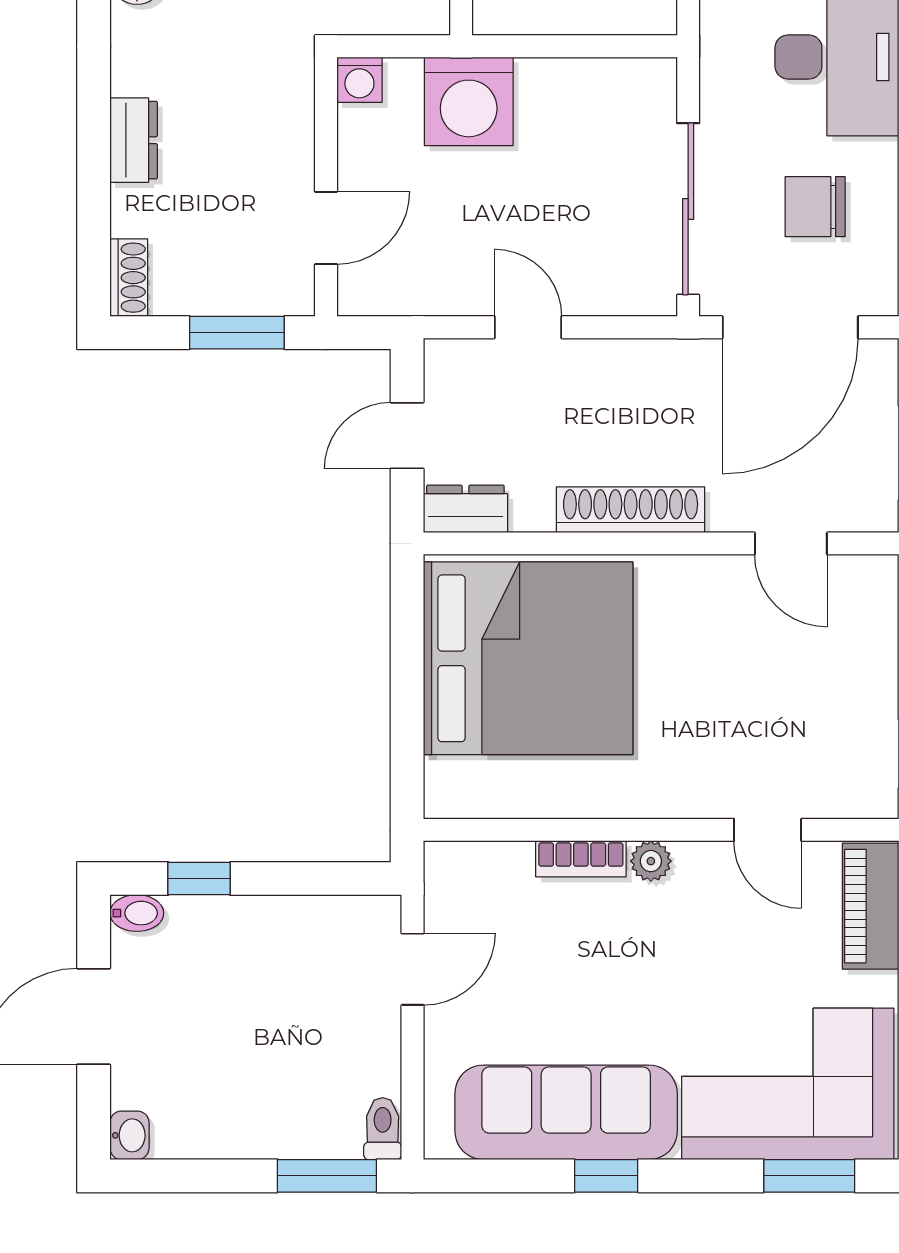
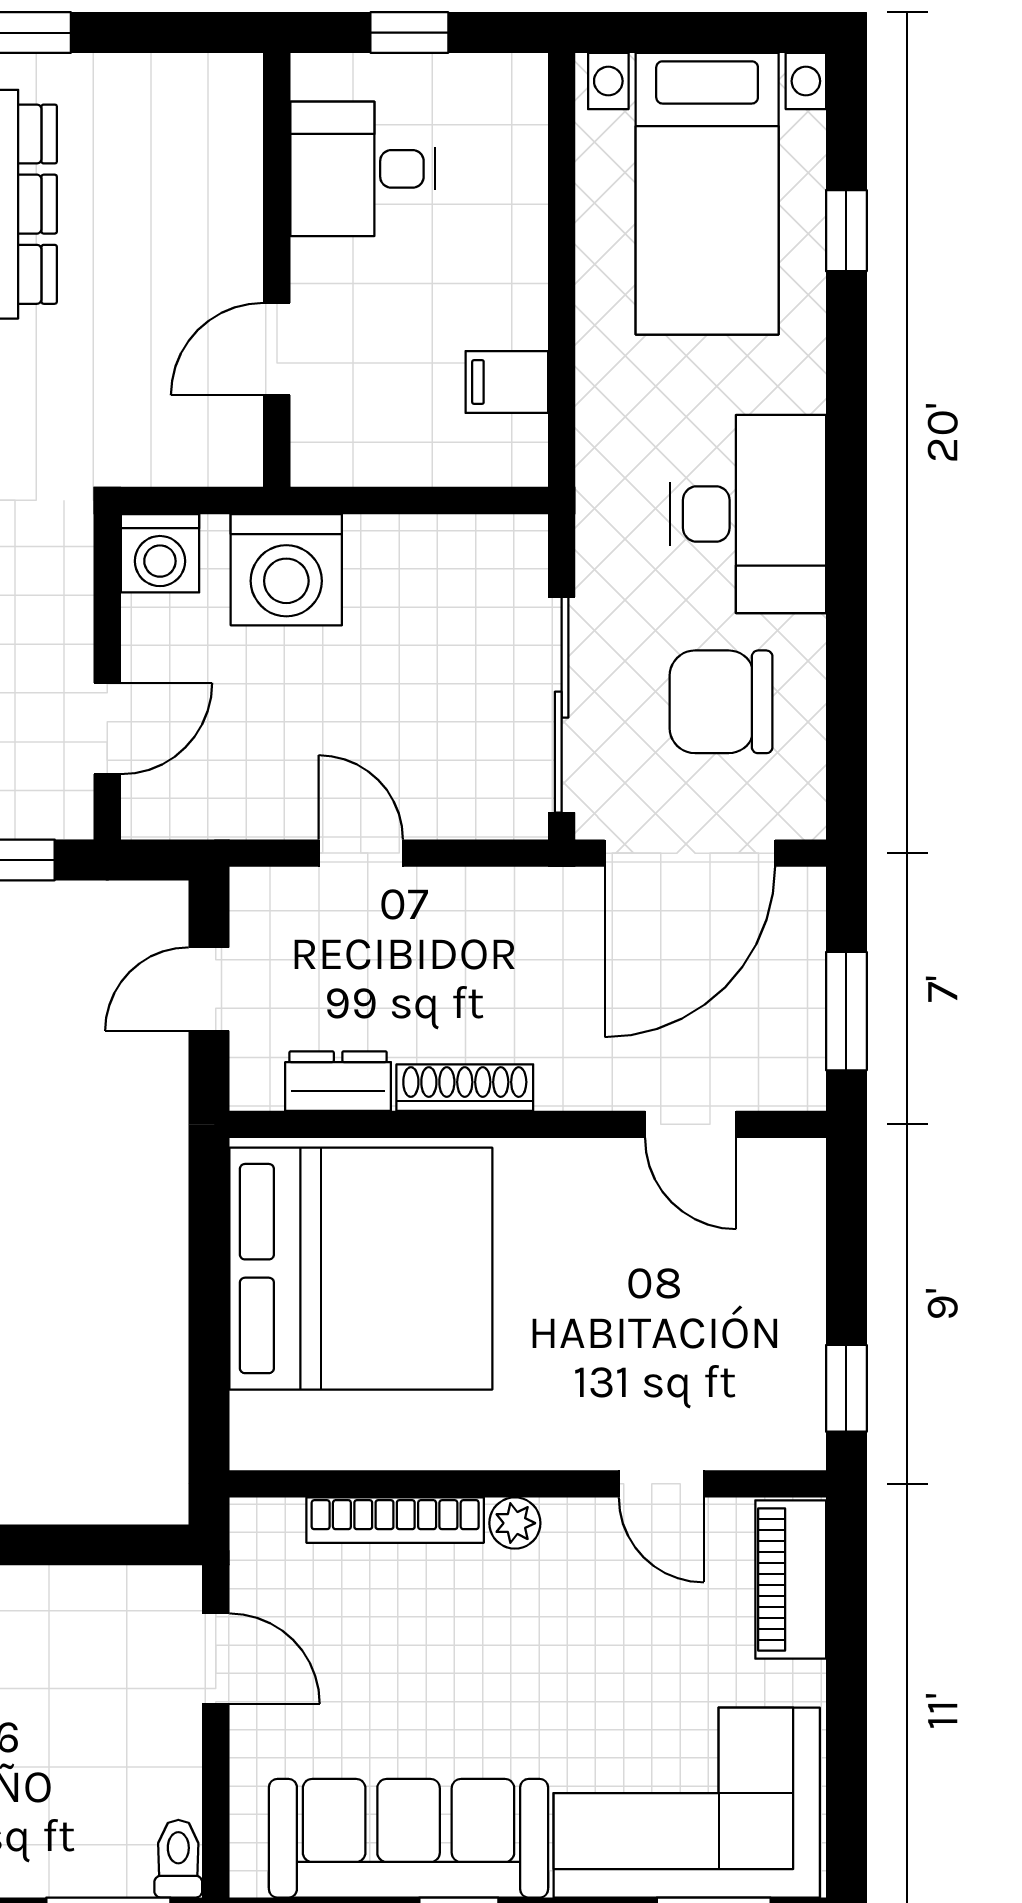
washing machine: (359, 80) -> (160, 553), width x1.38, depth x1.38
chair: (815, 207) -> (721, 702), width x1.37, depth x1.37
dresser: (465, 509) -> (338, 1081), moved
shoe rack: (631, 510) -> (465, 1088), width x0.74, depth x0.81
bookcase: (581, 859) -> (395, 1520), width x1.56
door: (412, 969) -> (216, 1659), hinge flipped

